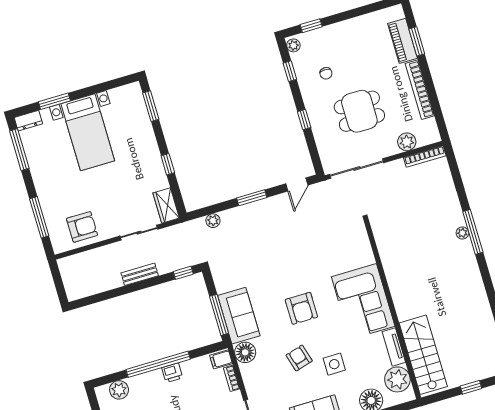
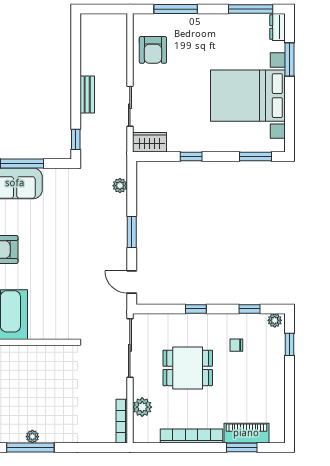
dining table: (359, 111) -> (188, 368), turned 90
bed with nightstands: (88, 132) -> (248, 96), width x1.36

